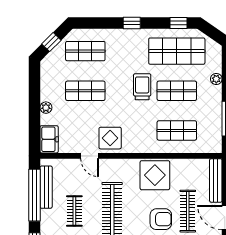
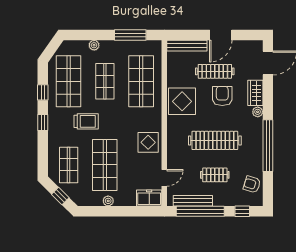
window: (178, 23) -> (43, 92), moved
trolley: (142, 87) -> (86, 121), moved, turned 180
shop shelf: (85, 91) -> (105, 165), width x1.43, depth x1.36
plant: (46, 108) -> (108, 201), moved
shop shelf: (177, 130) -> (141, 81), width x1.43, depth x1.36
door: (90, 156) -> (164, 178), moved

